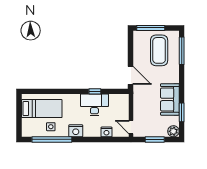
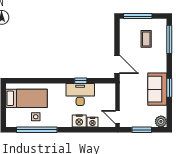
coffee table: (159, 50) -> (146, 39), width x0.54, depth x0.58
window: (182, 112) -> (169, 88), moved
nightstand: (76, 131) -> (79, 121), moved

